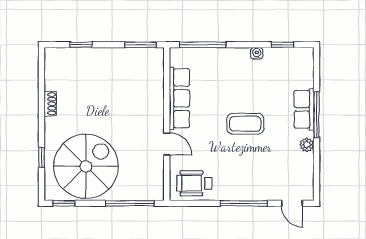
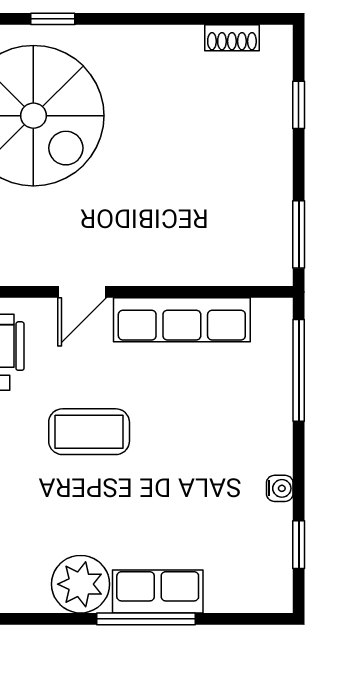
shoe rack: (50, 104) -> (232, 38), moved
coffee table: (245, 124) -> (89, 432), moved, turned 90
plant: (307, 145) -> (81, 584), width x1.87, depth x1.87

